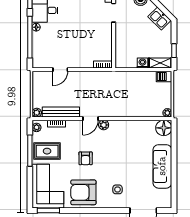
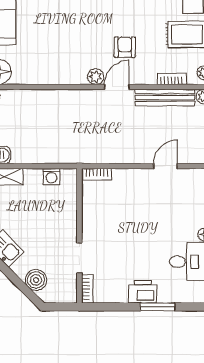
washing machine: (142, 63) -> (51, 177), moved
armchair: (86, 158) -> (125, 47), moved

